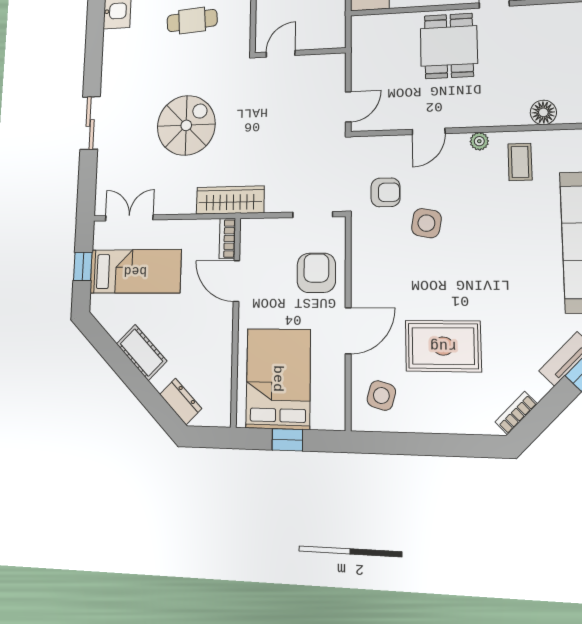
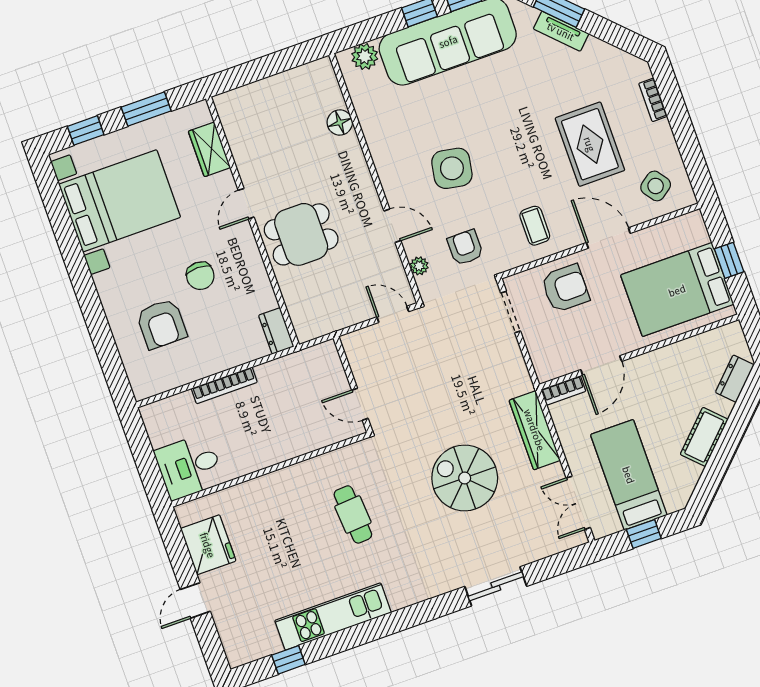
plant: (479, 141) -> (419, 266), moved
coffee table: (520, 162) -> (535, 226), moved, turned 90
wardrobe: (230, 200) -> (535, 430), moved
side table: (426, 223) -> (452, 168), moved, width x1.37, depth x1.37
armchair: (316, 273) -> (565, 288), turned 180
side table: (381, 395) -> (656, 186), turned 38
bookcase: (516, 413) -> (653, 100), moved, turned 45

